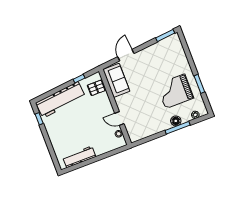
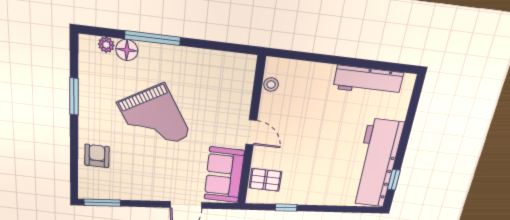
armchair: (178, 60) -> (97, 156), added
grand piano: (175, 91) -> (154, 119), moved, turned 60
workbench: (61, 100) -> (376, 164), moved, turned -84
door: (119, 119) -> (251, 132), moved
floor lamp: (176, 121) -> (127, 50), moved

